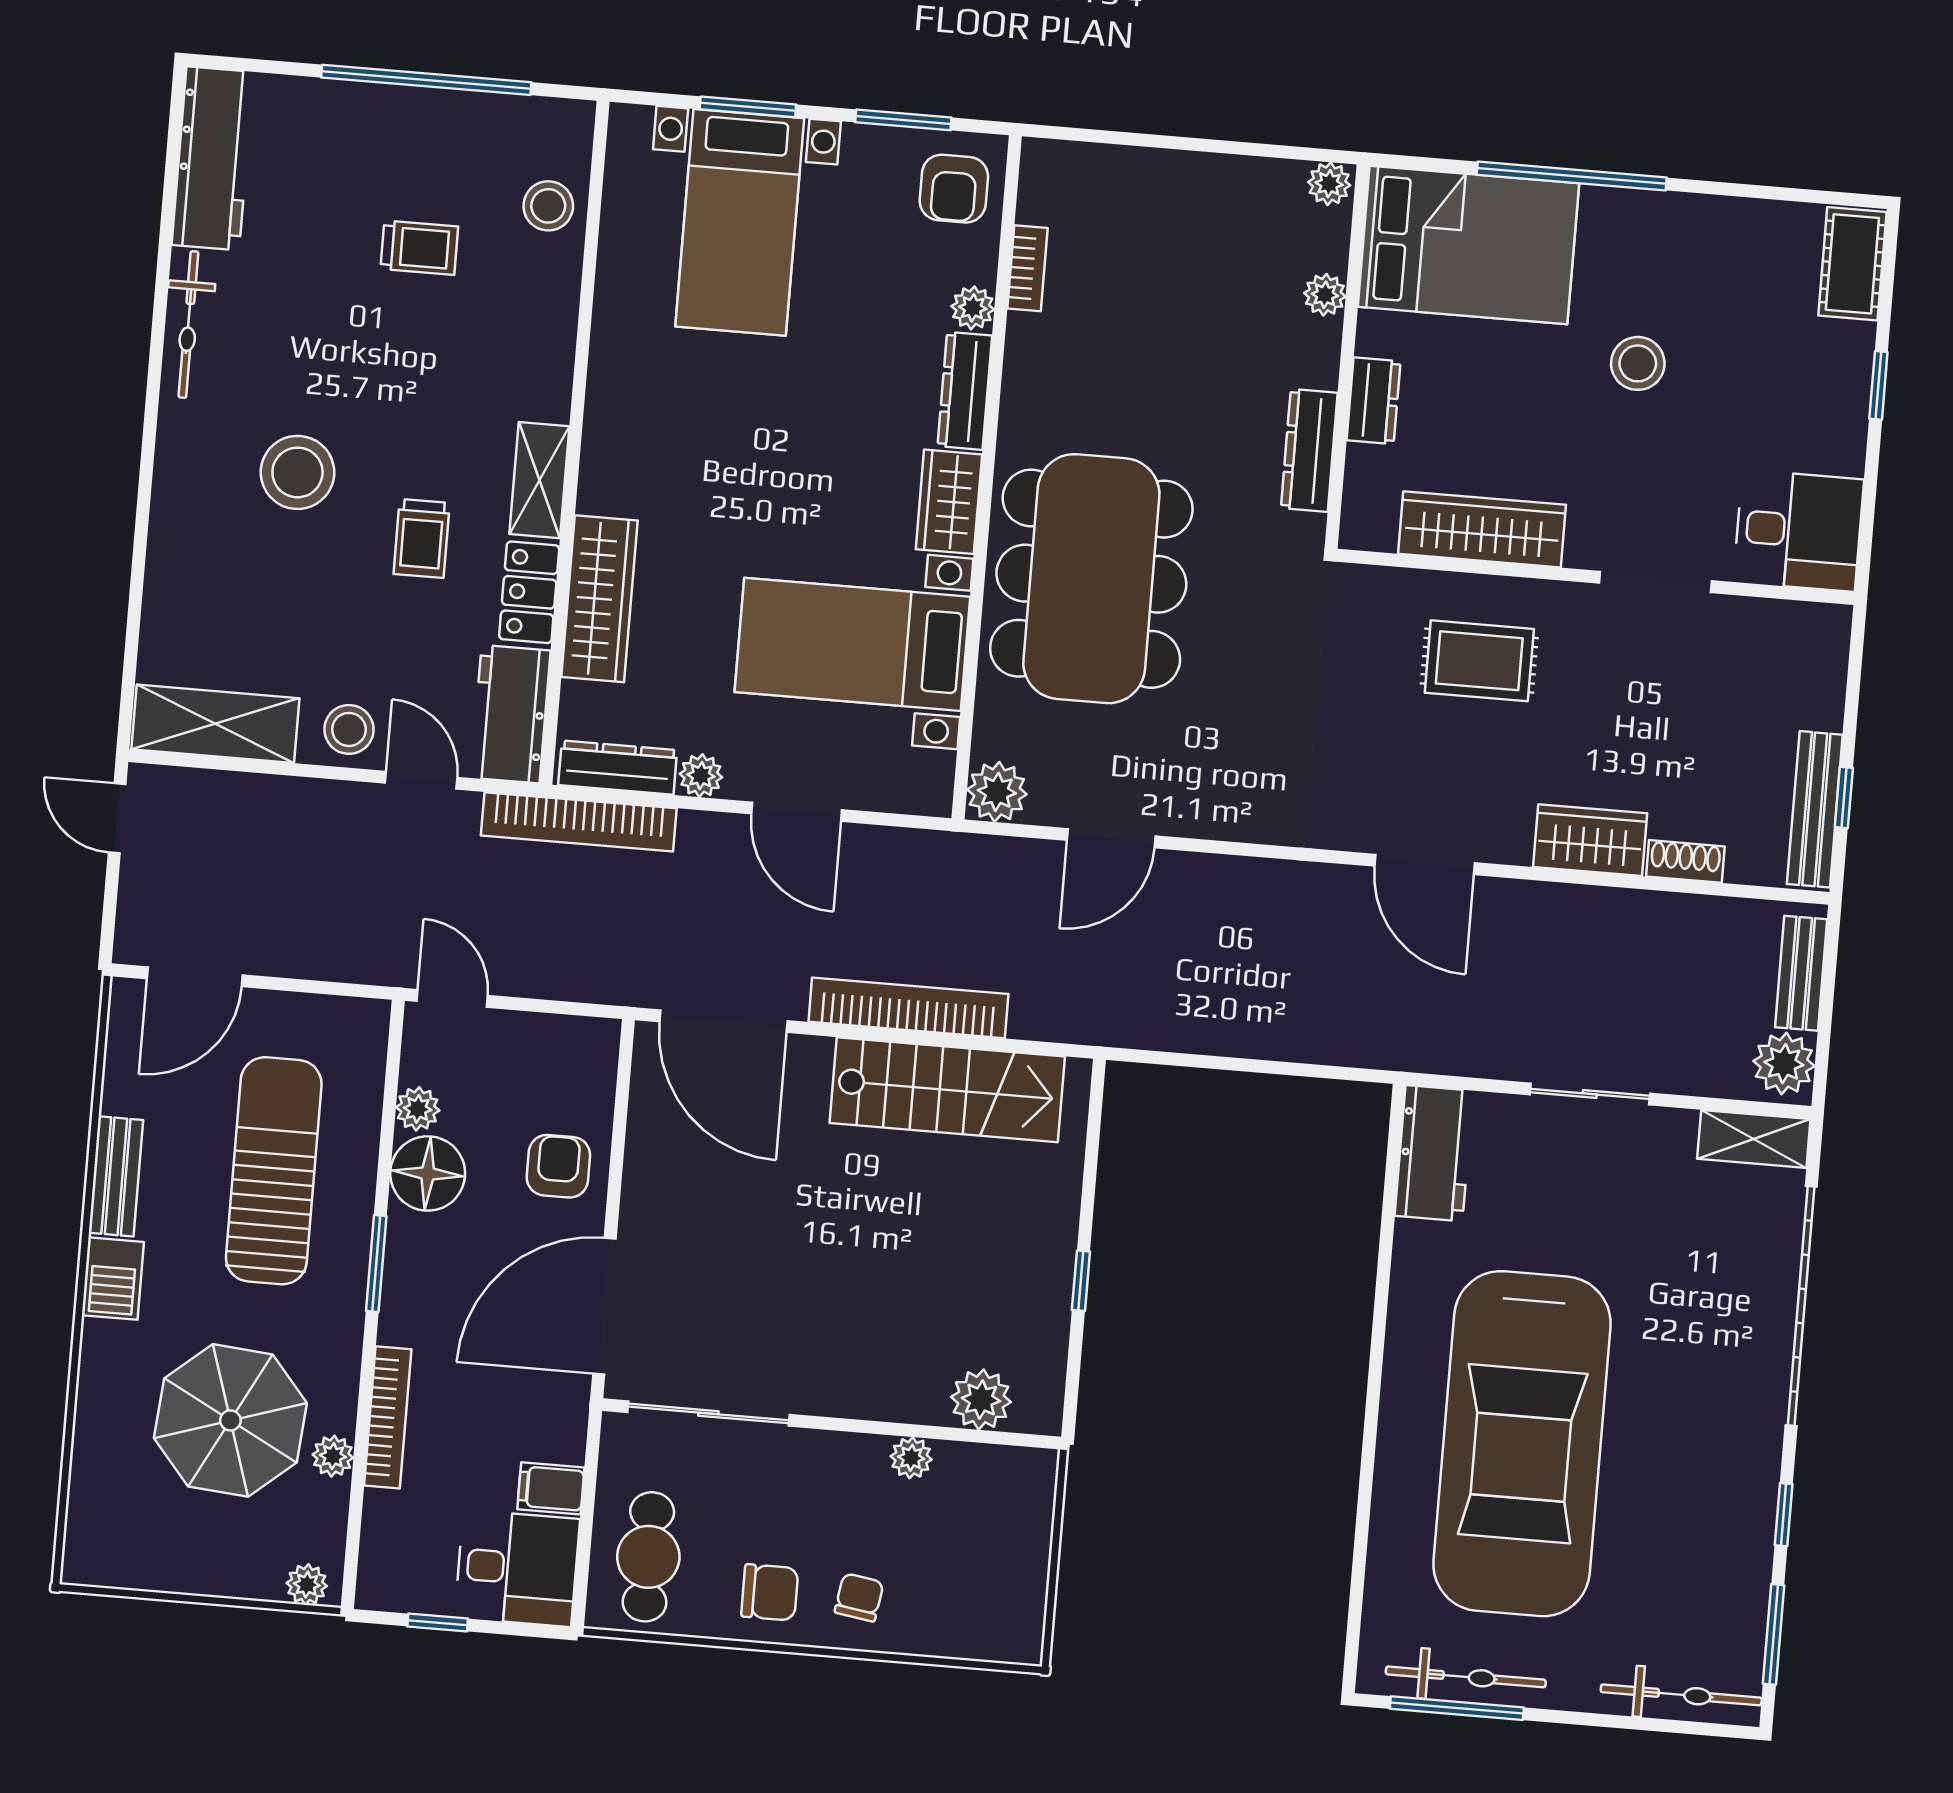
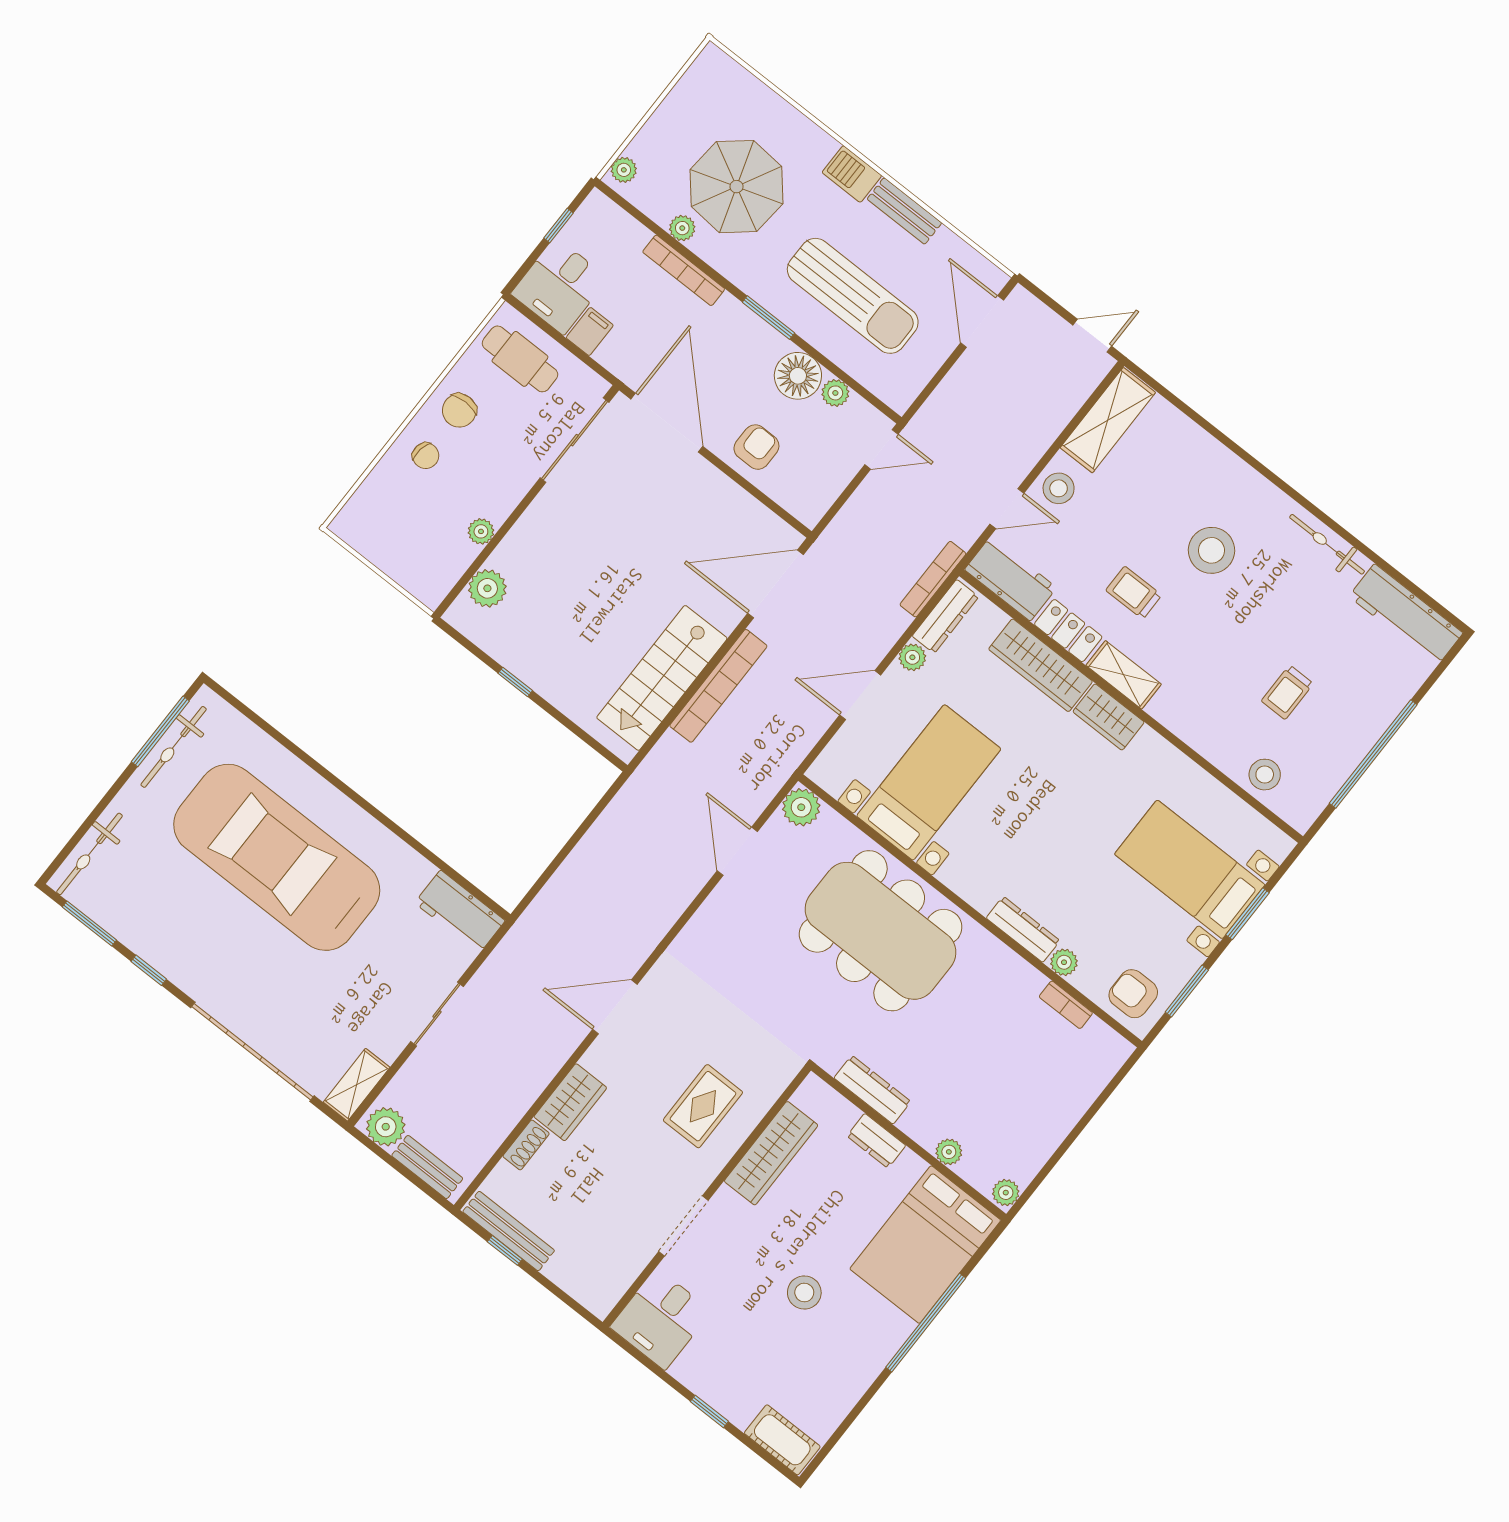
wardrobe: (949, 502) -> (1109, 717), moved, turned 180
bookcase: (579, 822) -> (933, 579), width x0.68, depth x0.76
armchair: (558, 1166) -> (756, 447), turned -90

